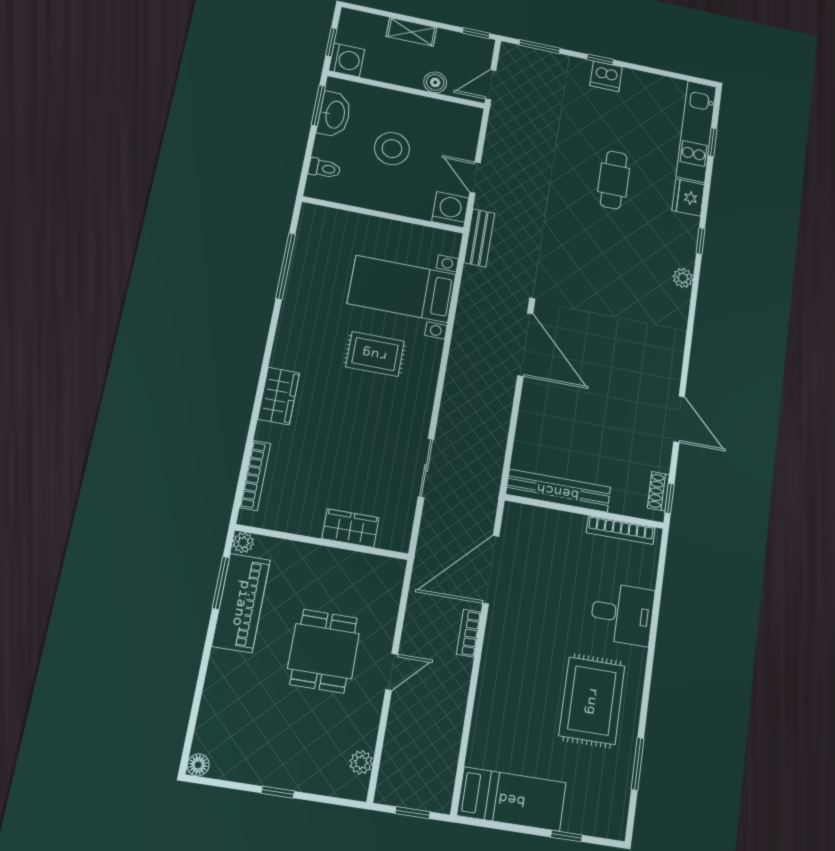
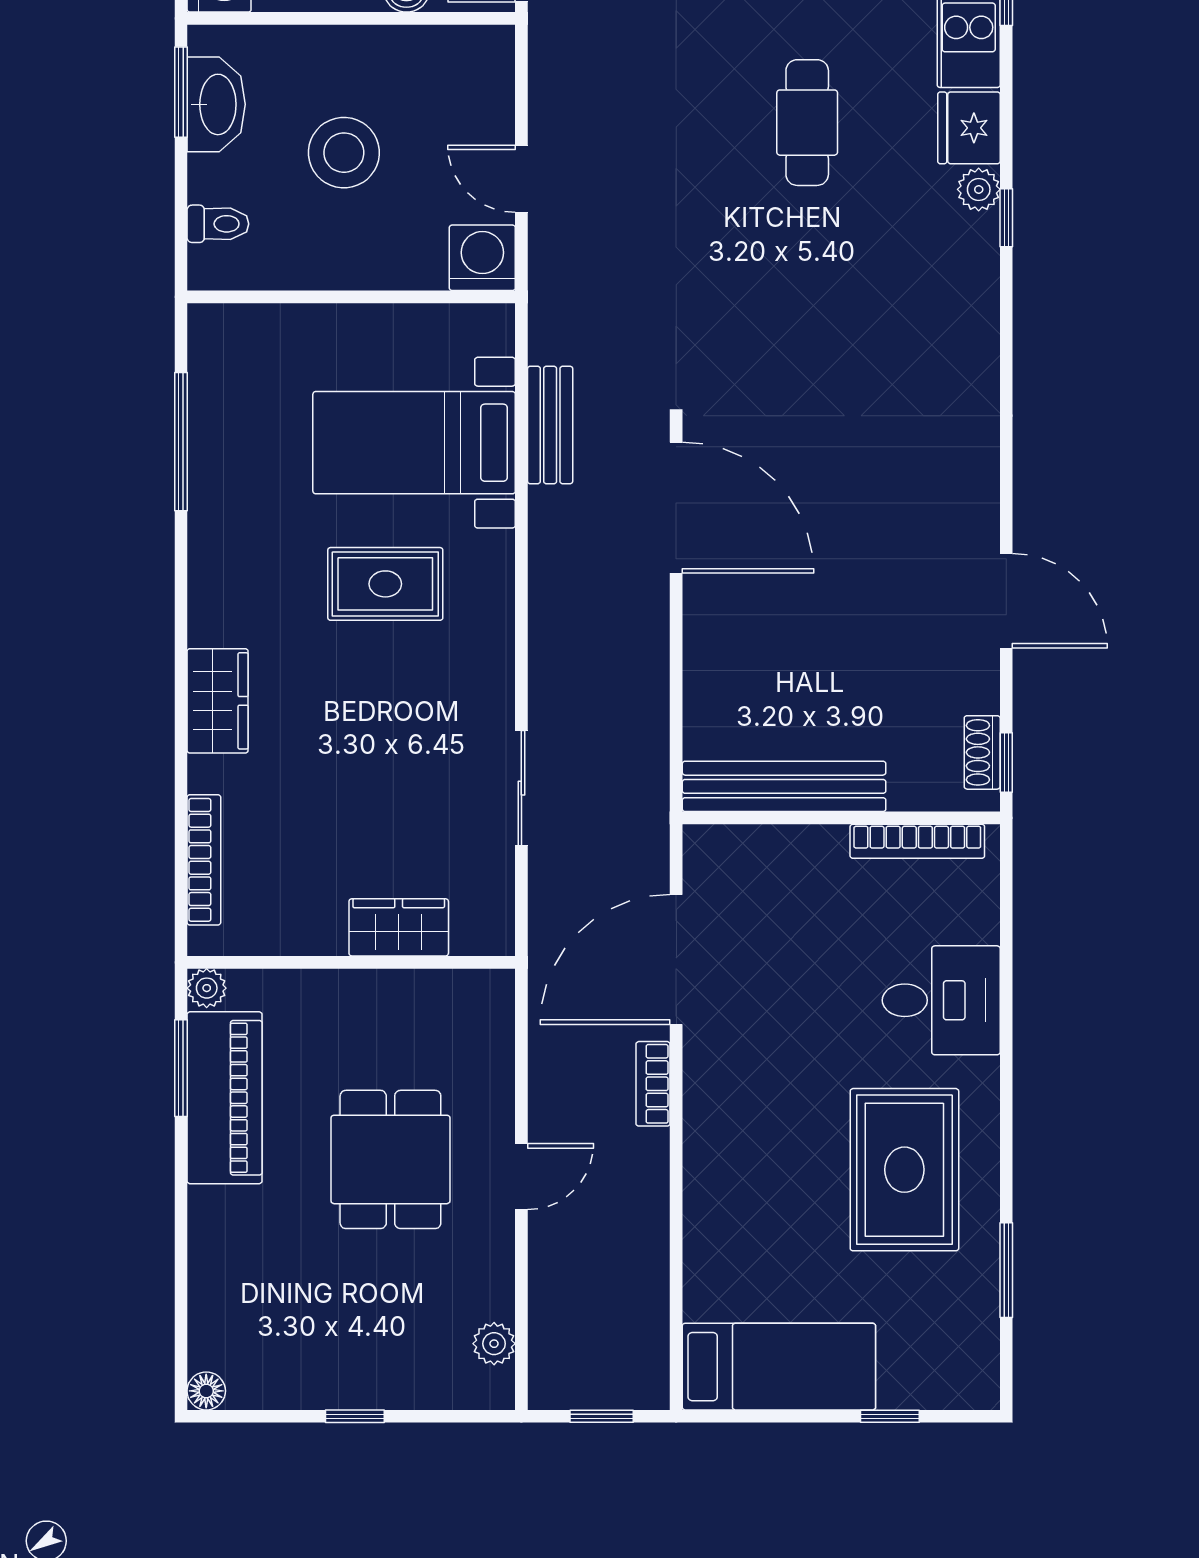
bench: (479, 238) -> (550, 425), moved
plant: (683, 278) -> (979, 189), moved

